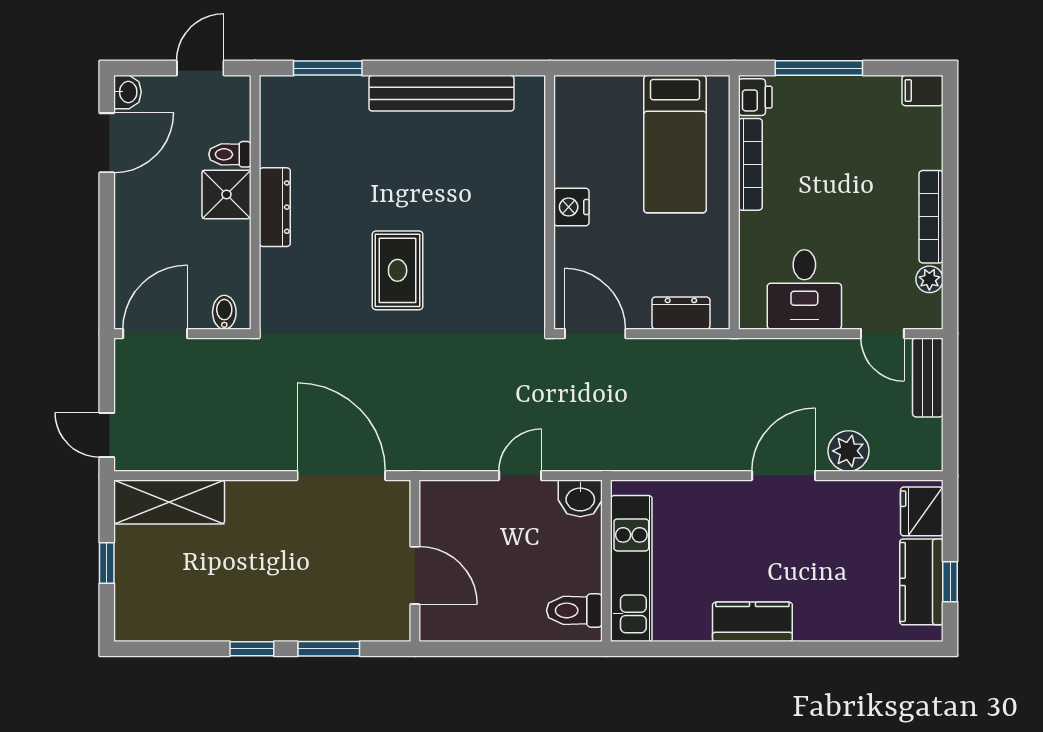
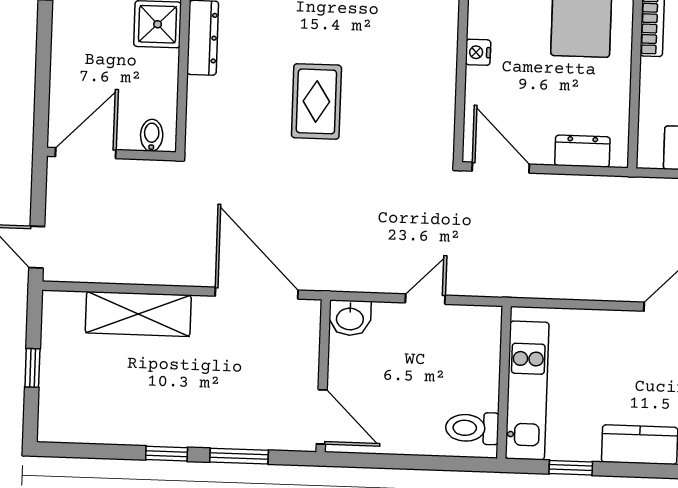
nightstand: (571, 207) -> (478, 52), width x0.72, depth x0.74
washbasin: (580, 498) -> (350, 318), moved
shelving: (169, 502) -> (138, 314), moved
door: (415, 575) -> (322, 417), moved
window: (680, 649) -> (571, 468), added

